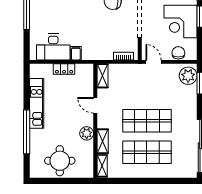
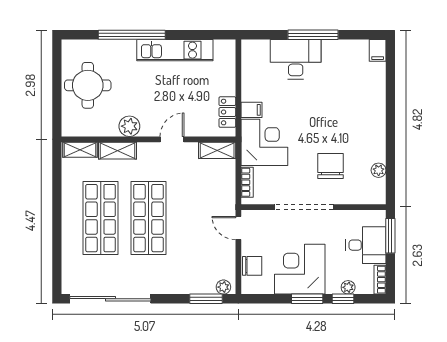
corner desk: (97, 45) -> (264, 142), added
desk: (53, 47) -> (296, 59), moved, turned 90
door: (154, 62) -> (238, 228), swing flipped
locker: (64, 69) -> (227, 112), moved
plant: (188, 76) -> (223, 287), width x0.53, depth x0.53

